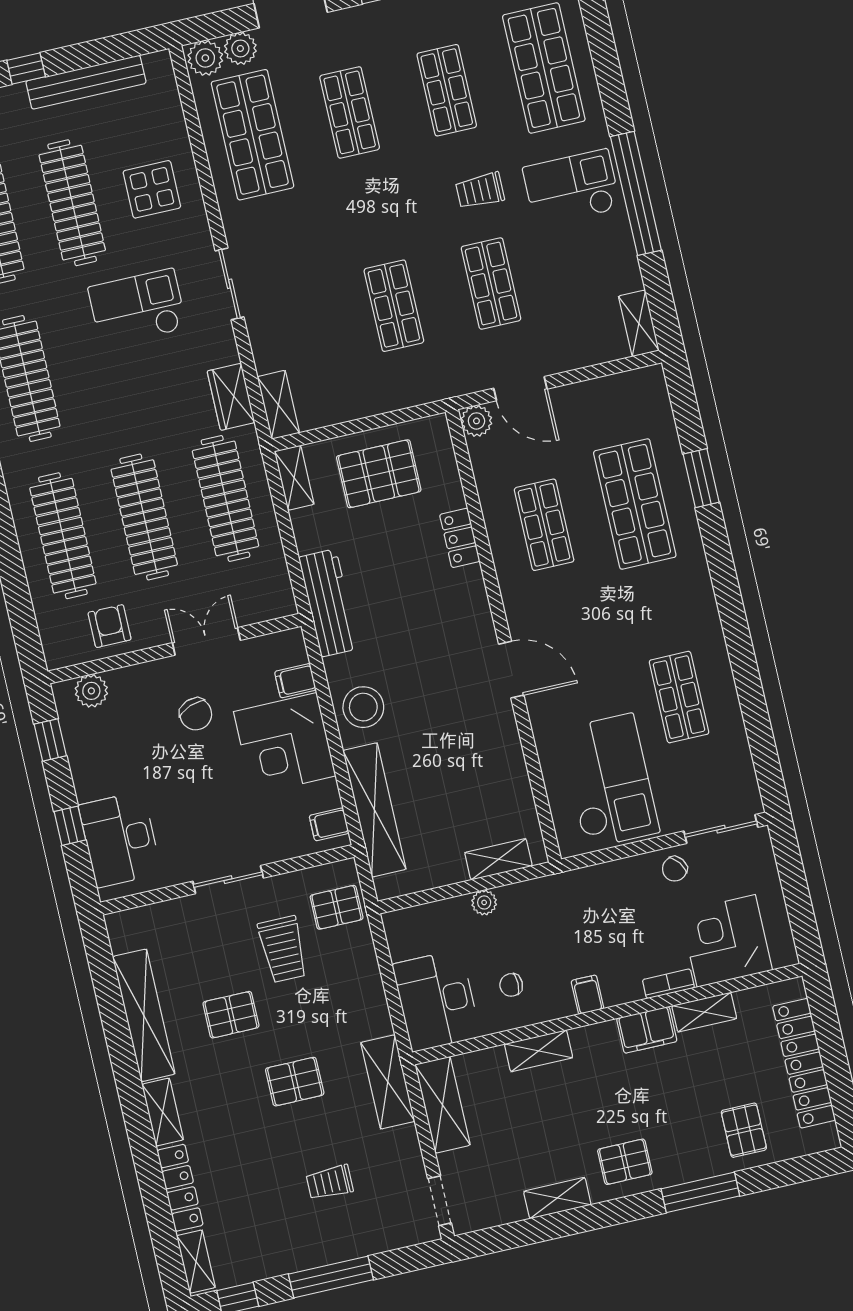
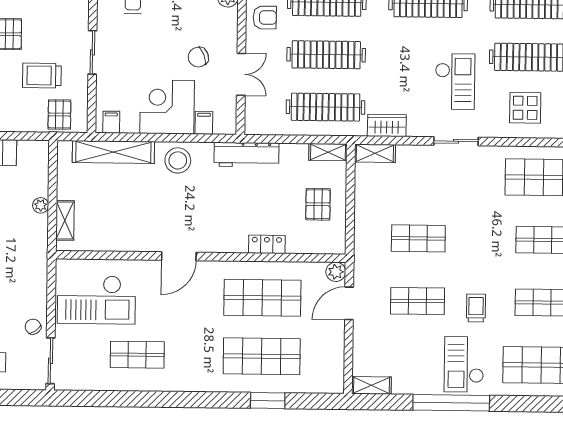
checkout: (572, 188) -> (464, 364), turned 180
pallet: (379, 474) -> (318, 204), width x0.67, depth x0.71
shop shelf: (544, 525) -> (262, 298), width x1.43, depth x1.36

